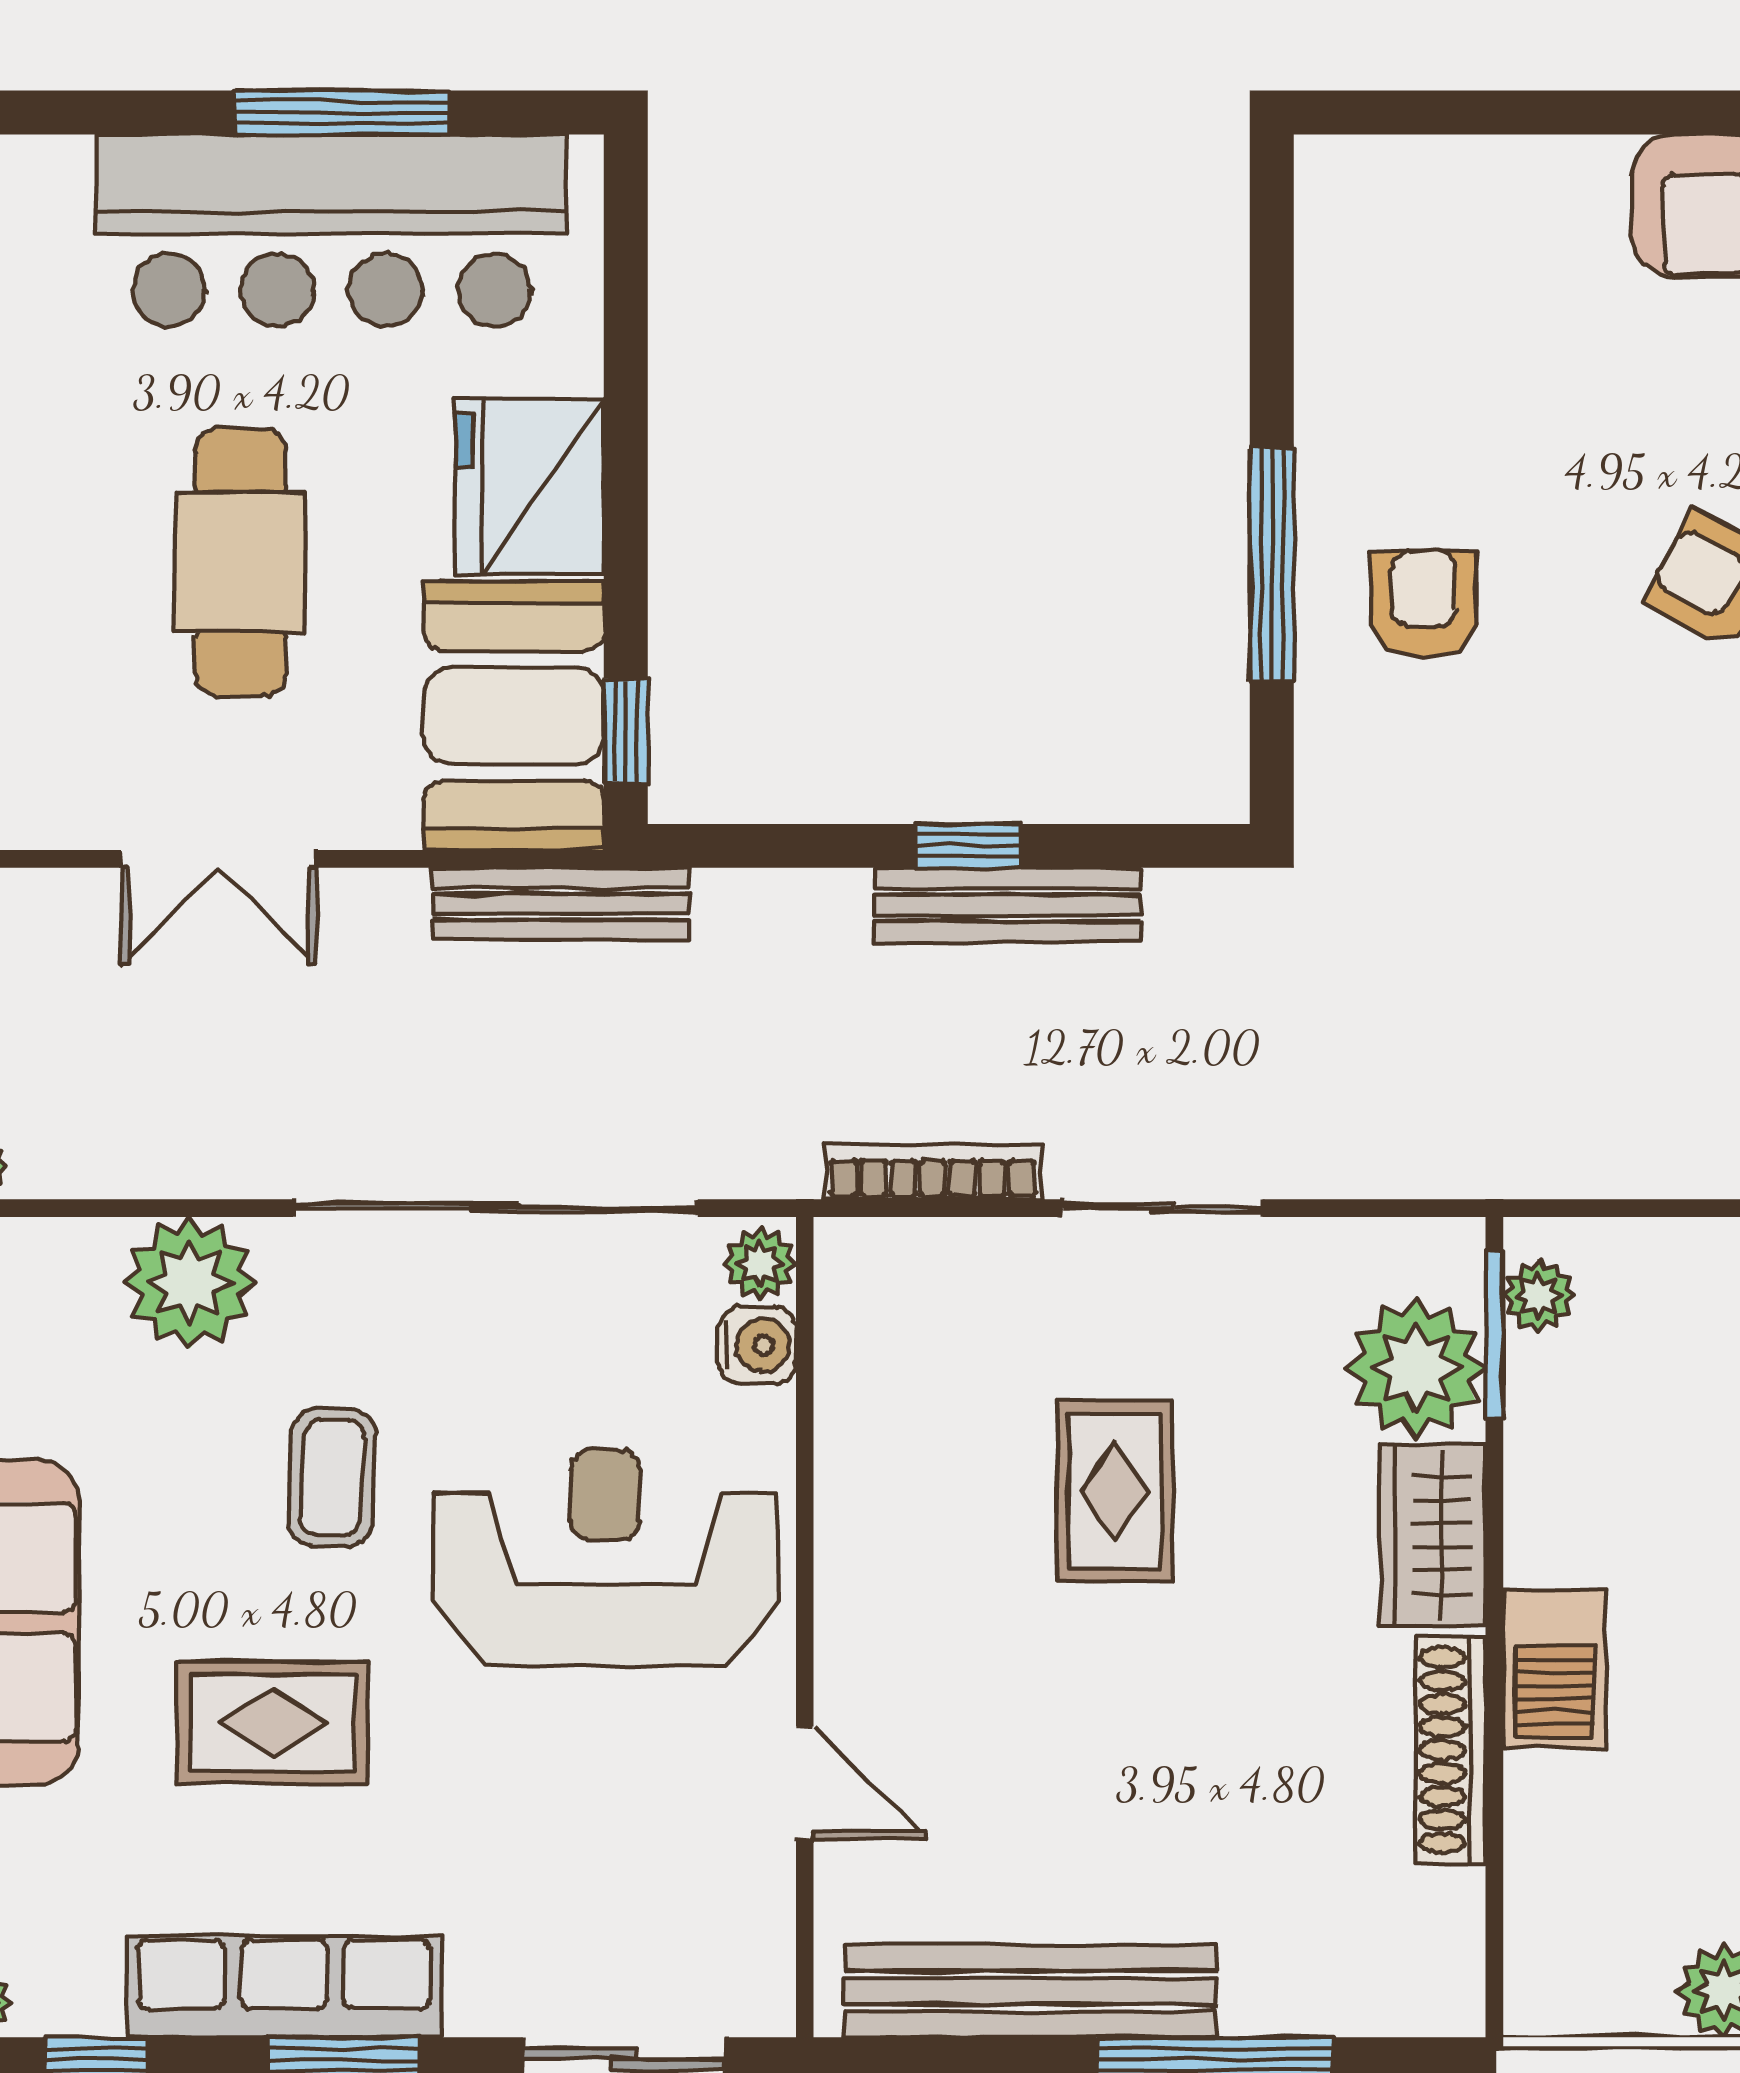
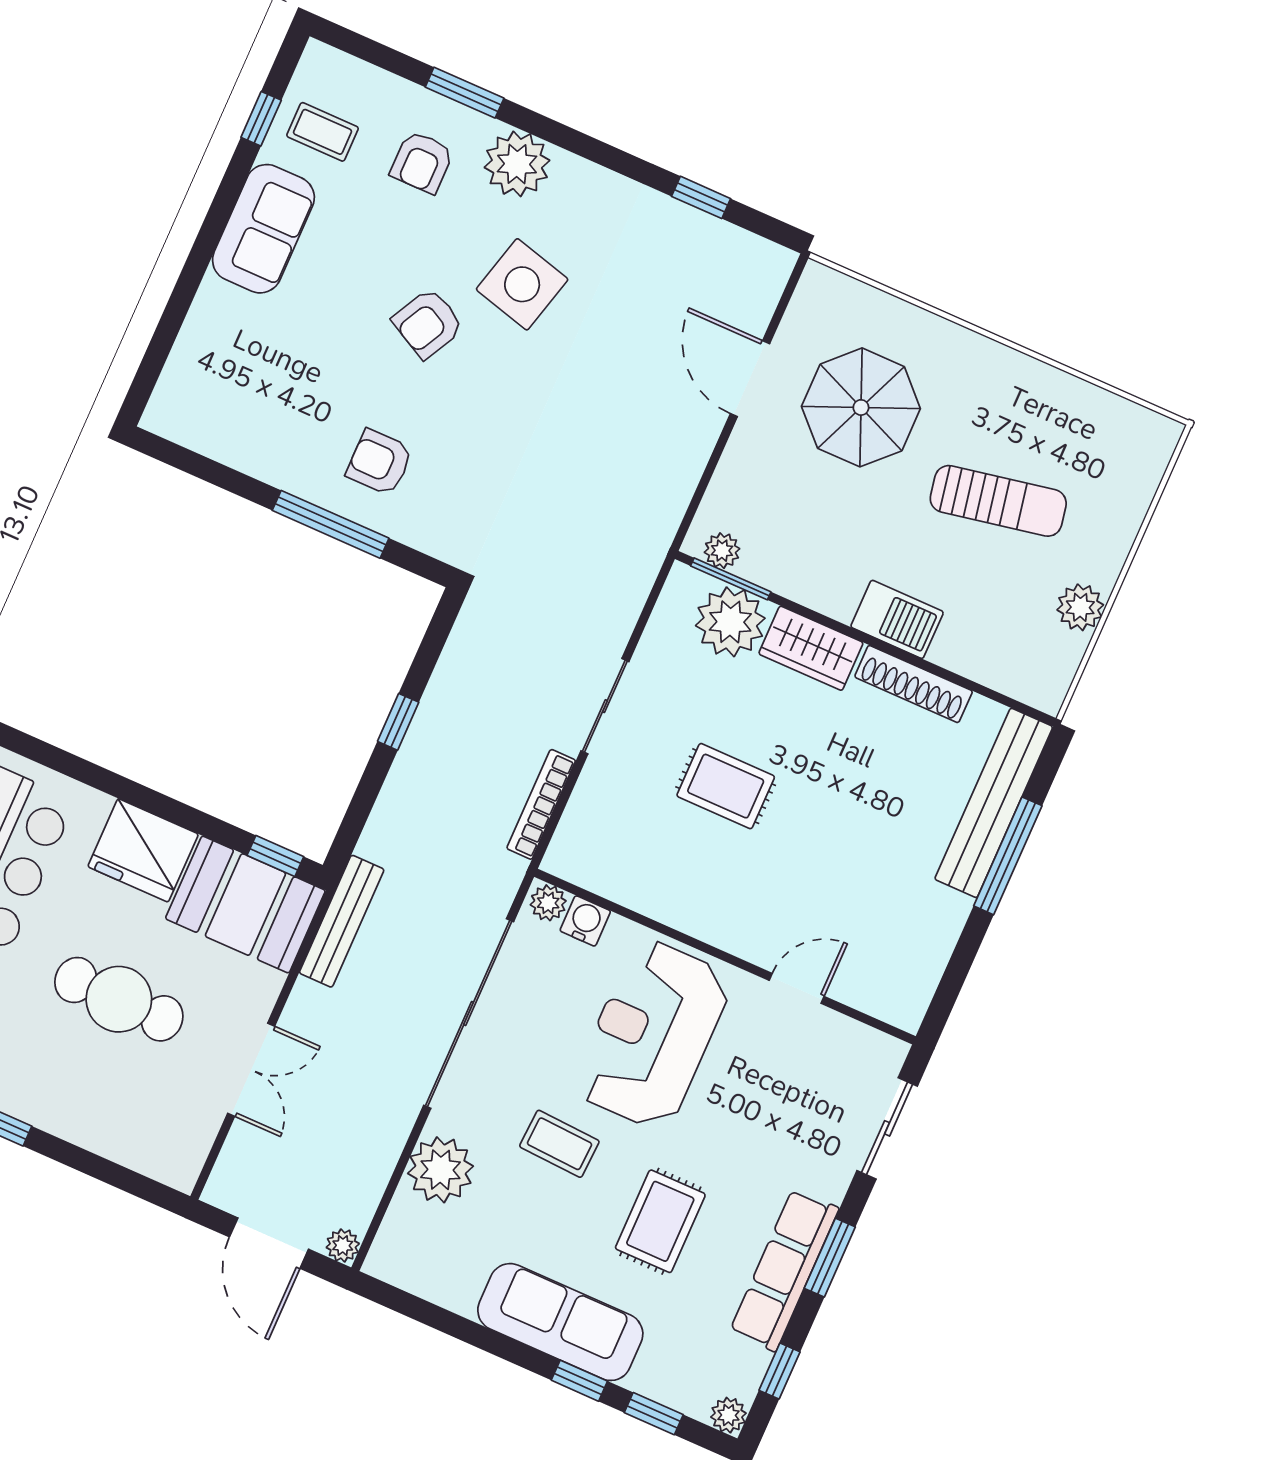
bench: (1007, 905) -> (433, 716), removed
bench: (1031, 1991) -> (994, 803), moved

